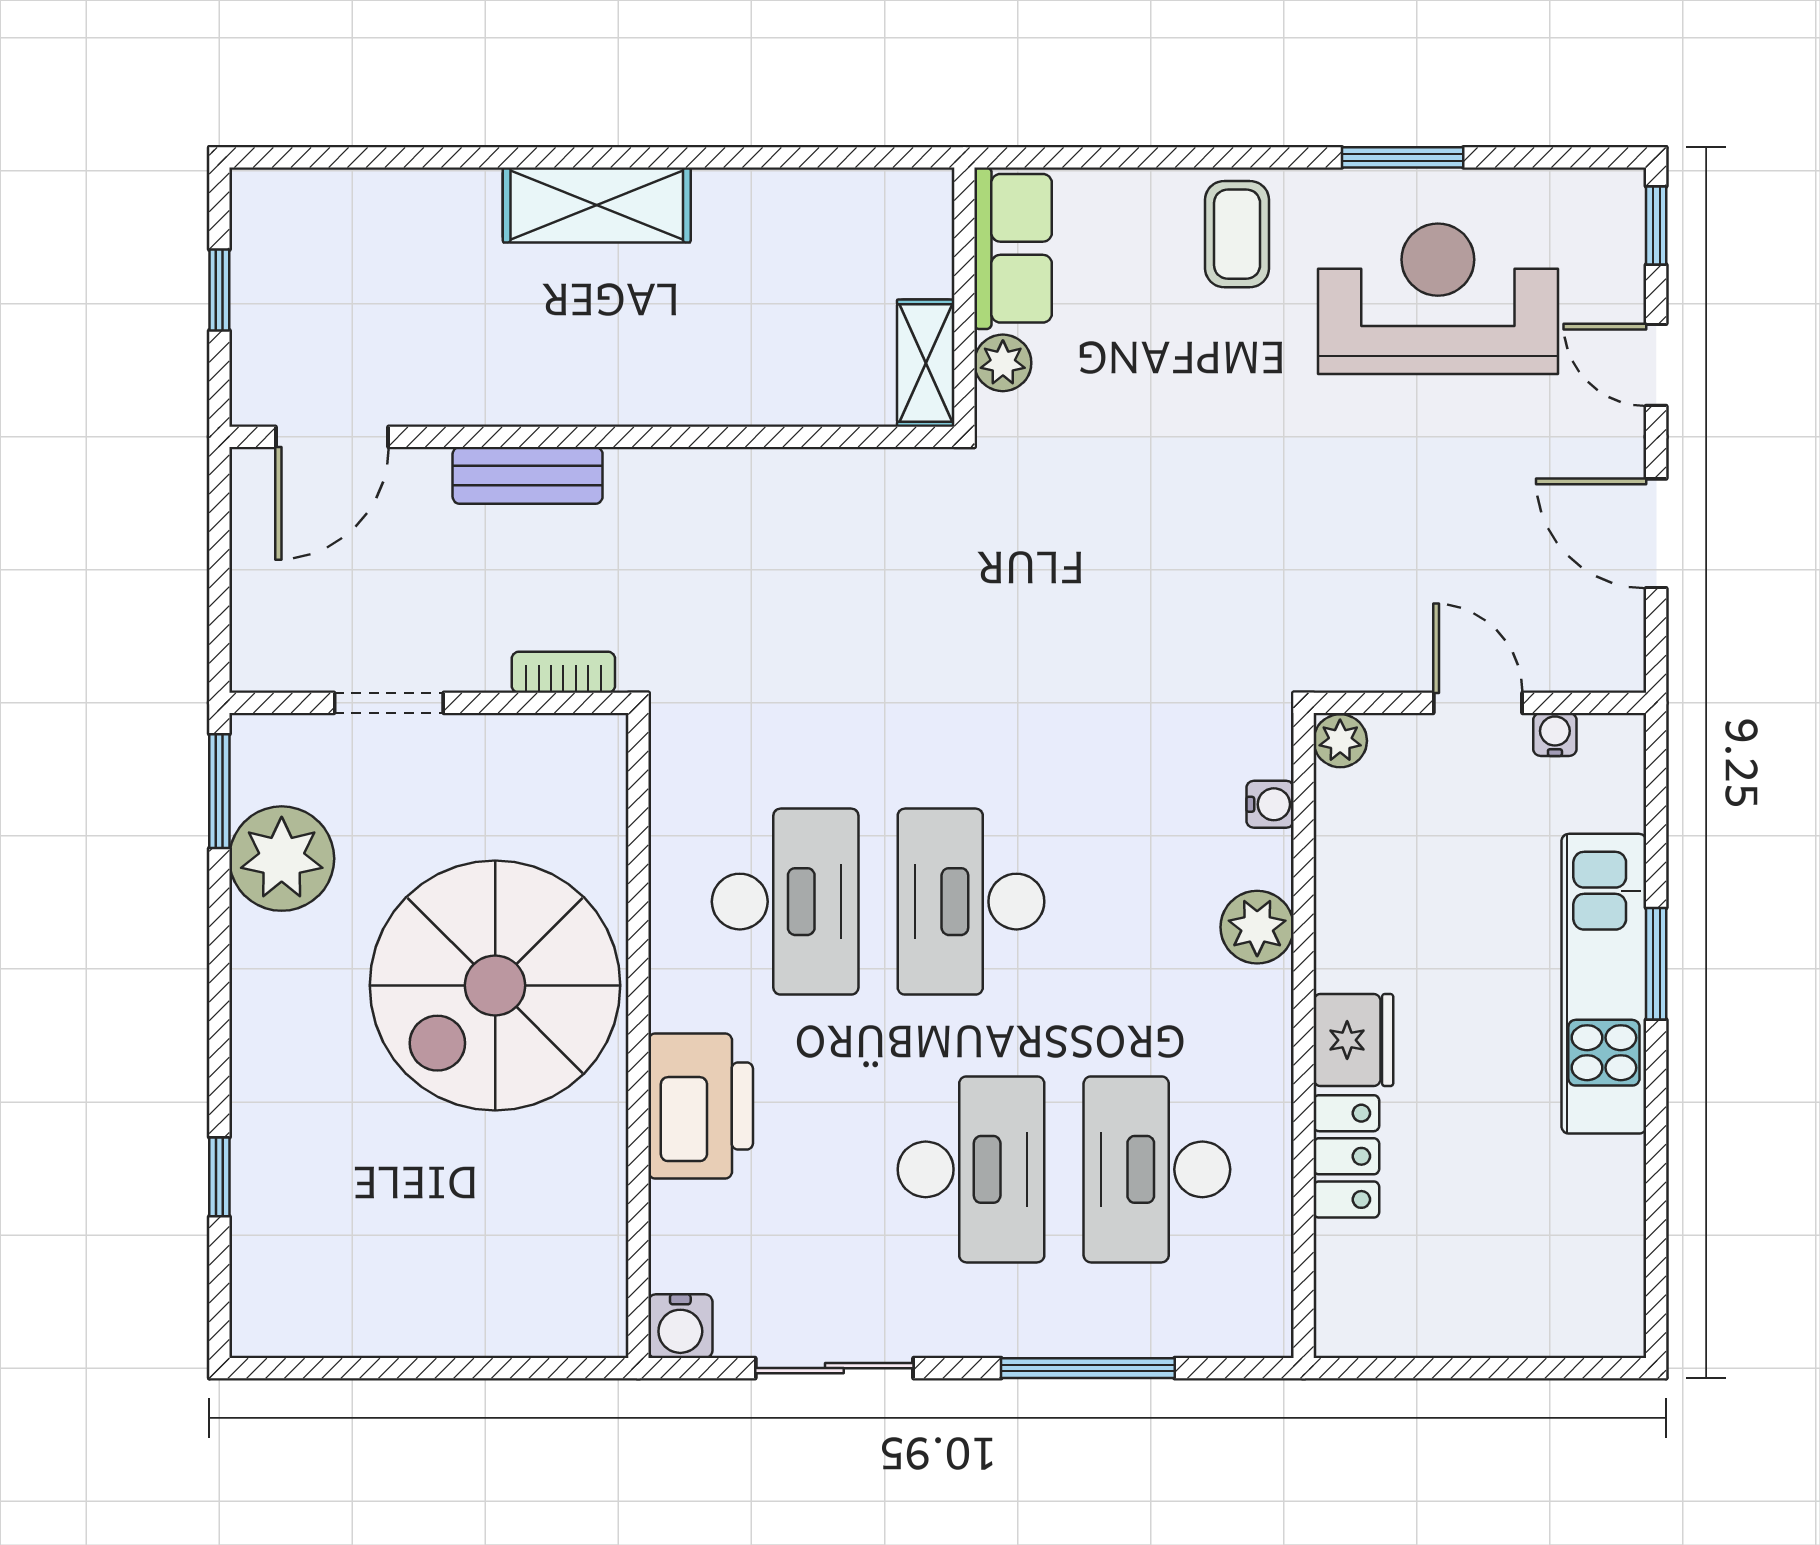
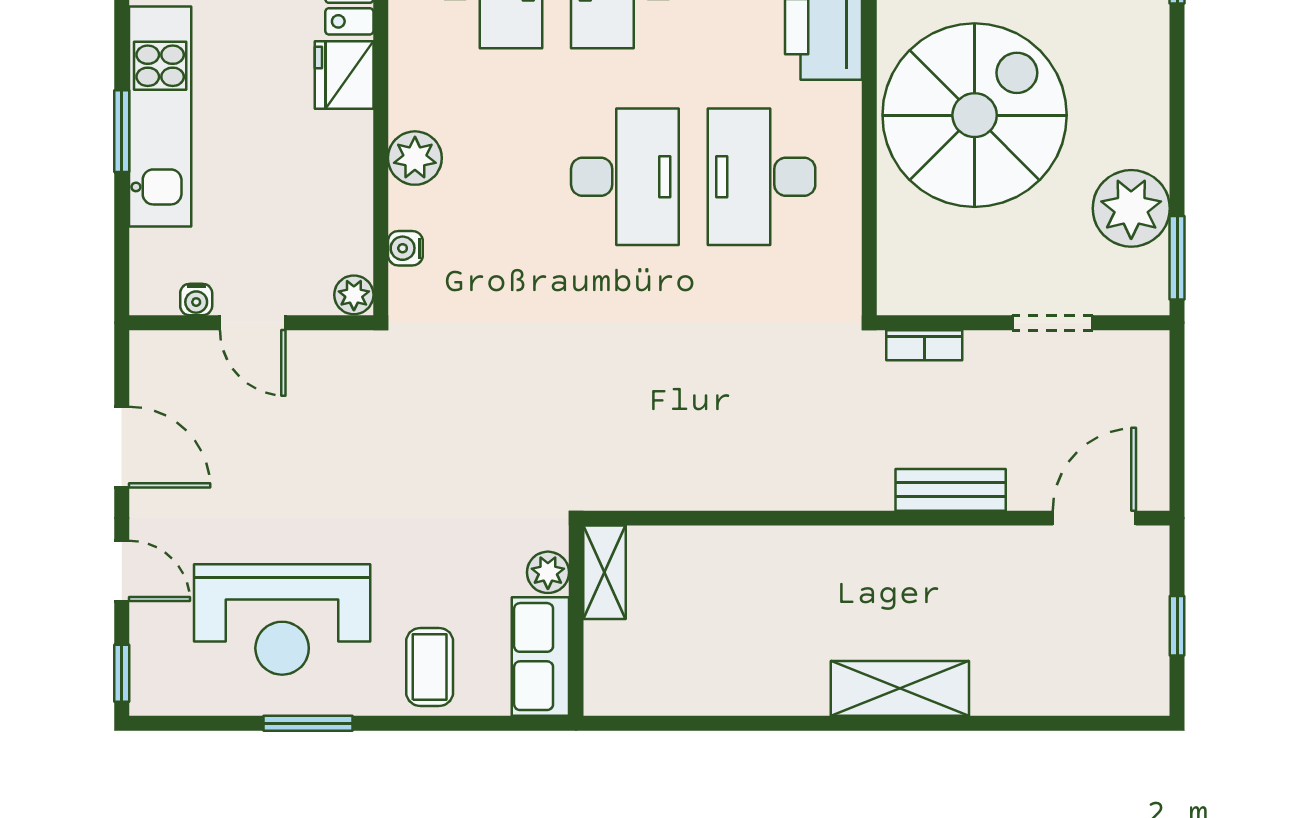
row of seats: (1013, 248) -> (540, 657), moved
wall: (964, 297) -> (576, 621), moved
shelving: (926, 363) -> (605, 572), moved
plant: (1003, 363) -> (548, 572), moved

